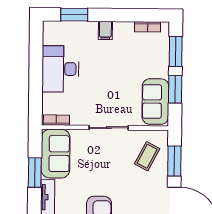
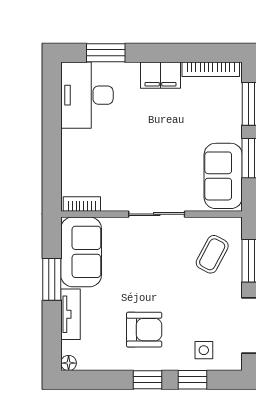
bookcase: (148, 27) -> (211, 69), width x1.56
filing cabinet: (105, 30) -> (160, 75), width x2.00
desk: (60, 69) -> (87, 95), moved

